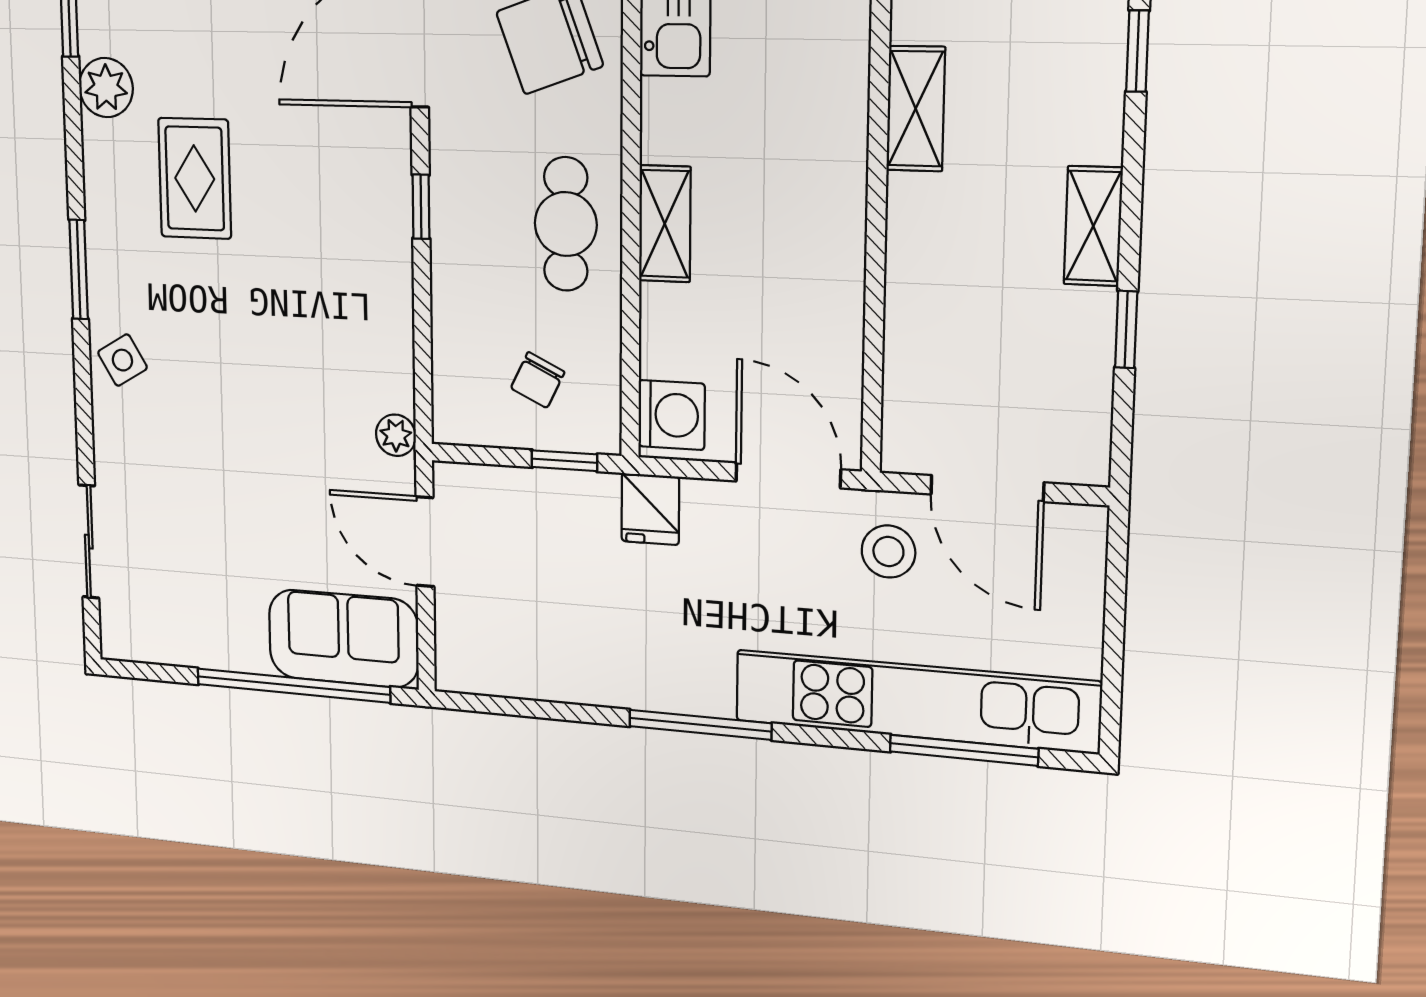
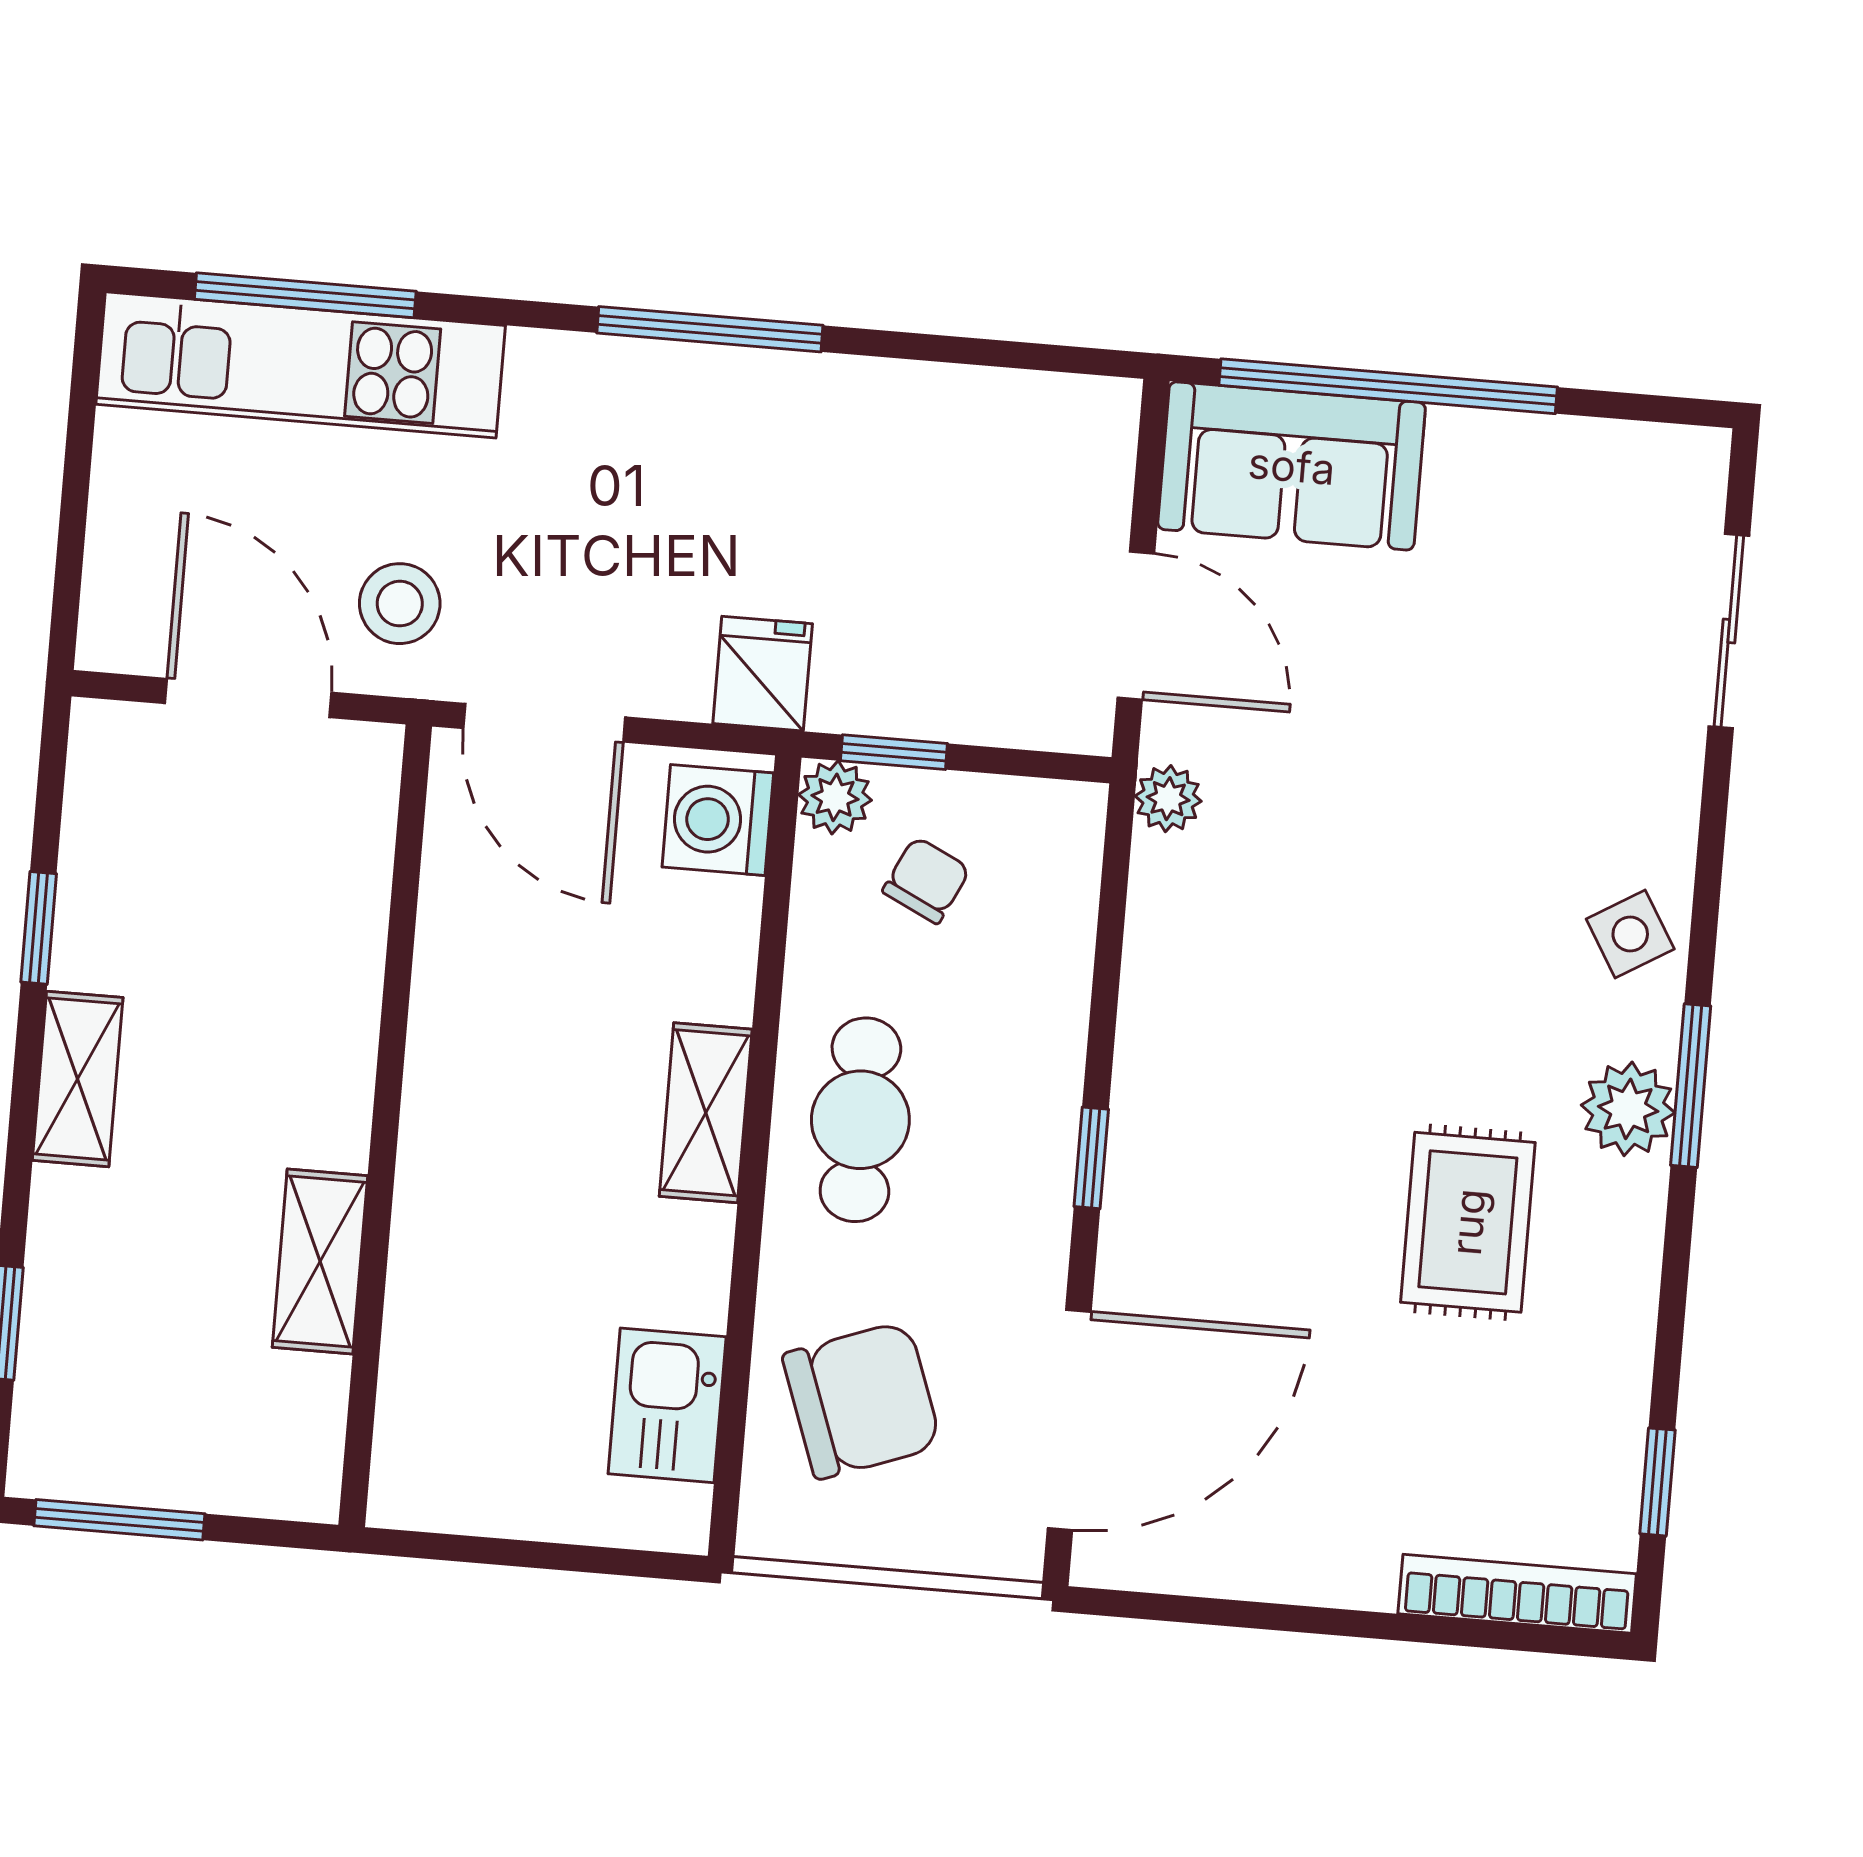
plant: (106, 88) -> (1628, 1109), moved
plant: (599, 431) -> (835, 797), added
kitchen unit: (915, 701) -> (301, 365), width x0.73

